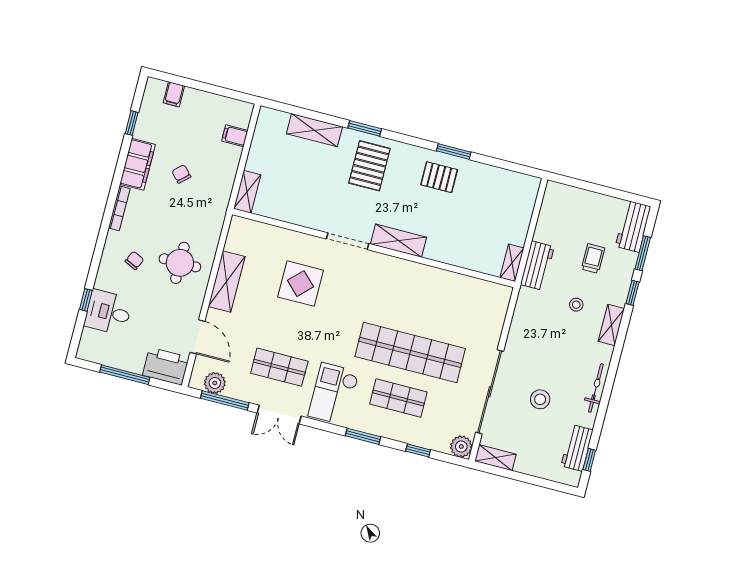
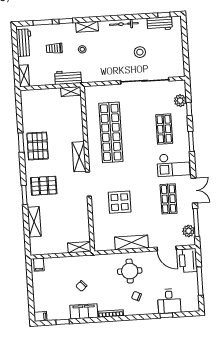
filing cabinet: (174, 94) -> (40, 316), moved
filing cabinet: (235, 136) -> (39, 265), moved
pallet: (439, 177) -> (38, 146), width x1.50, depth x1.42
workbench: (633, 226) -> (24, 43), moved, turned -90
door: (197, 337) -> (167, 248), swing flipped
shop shelf: (410, 352) -> (111, 132), moved
plant: (461, 447) -> (180, 101), moved
shelving: (495, 458) -> (24, 76), moved

